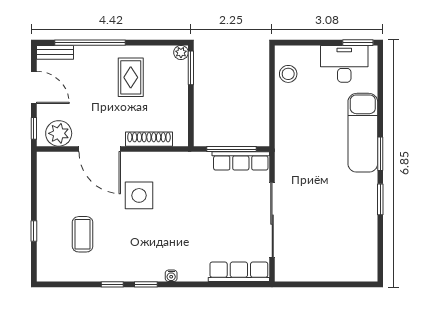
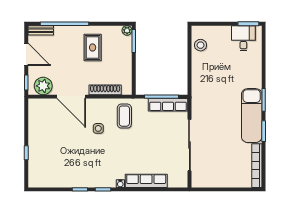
desk: (344, 64) -> (243, 38), width x0.73
exam couch: (363, 133) -> (252, 116), moved
side table: (139, 195) -> (98, 128), width x0.54, depth x0.54
coffee table: (83, 234) -> (124, 116), moved
bookcase: (370, 250) -> (257, 166), added
row of seats: (239, 272) -> (146, 181), moved

